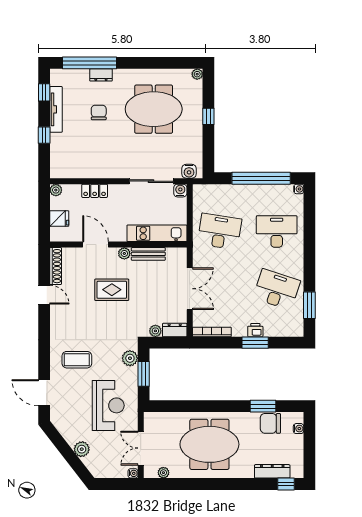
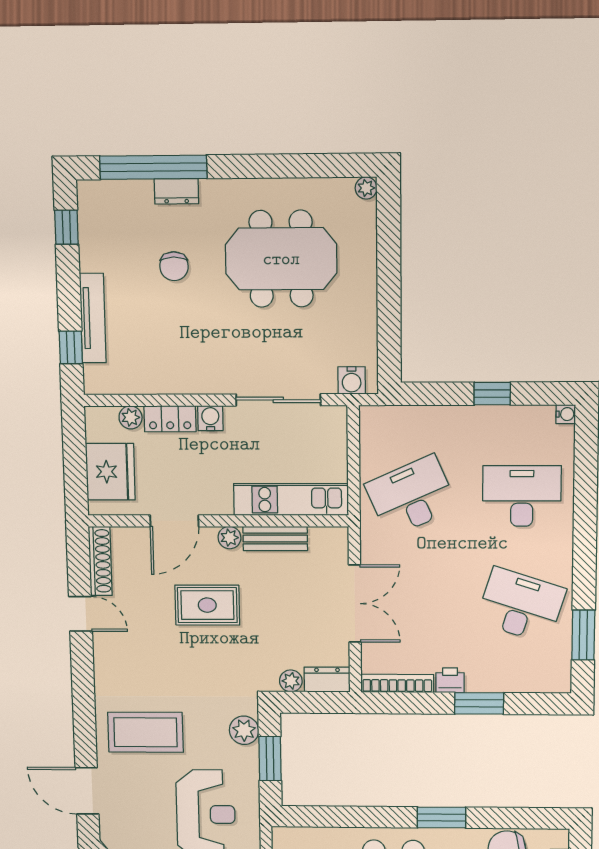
tv unit: (56, 109) -> (93, 318), moved
chair: (99, 113) -> (174, 266), turned 180
window: (208, 116) -> (389, 272), removed
window: (44, 135) -> (71, 347), moved
window: (261, 178) -> (492, 394), width x0.32
plant: (56, 190) -> (131, 417), moved
water cooler: (180, 191) -> (210, 418), moved
fridge: (59, 219) -> (110, 472), width x1.88, depth x1.34
desk: (220, 231) -> (411, 496), turned -33
door: (95, 245) -> (174, 521), swing flipped
printer: (255, 330) -> (450, 680), moved
coffee table: (77, 360) -> (145, 732), width x1.36, depth x1.32
window: (263, 406) -> (442, 818), moved

